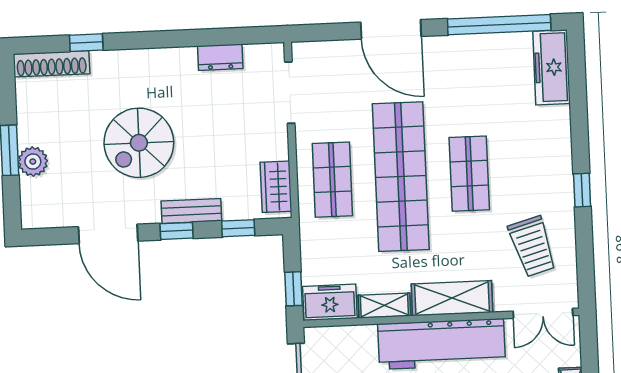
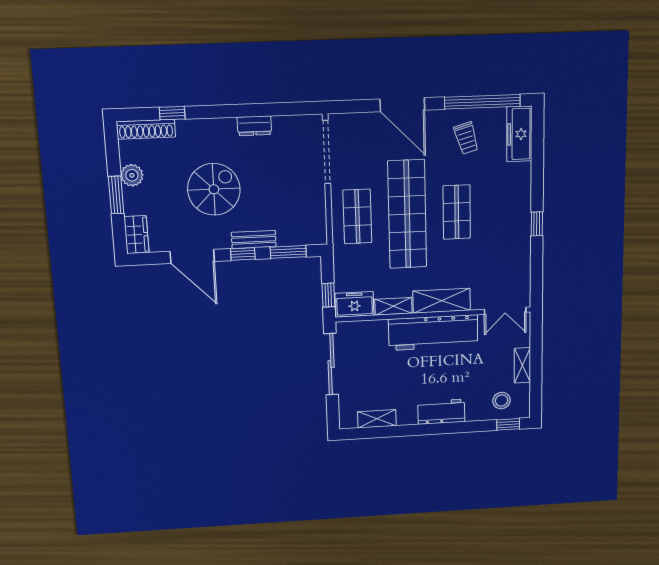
dresser: (220, 57) -> (254, 126), moved
doorway: (290, 93) -> (326, 152), width x1.36
spiral stairs: (139, 143) -> (214, 189), turned 180
plant: (33, 162) -> (132, 175), moved
wardrobe: (276, 187) -> (136, 235), moved, turned 180
window: (238, 228) -> (288, 252), width x1.50
trolley: (532, 246) -> (466, 138), moved, width x0.73, depth x0.72

